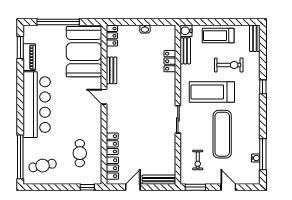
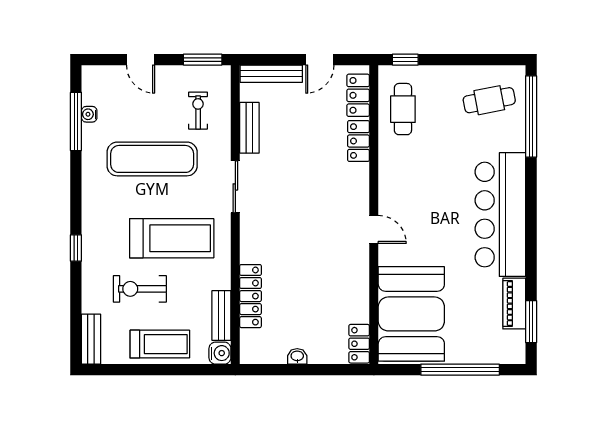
locker: (170, 61) -> (250, 296), width x1.53
bench: (112, 70) -> (249, 128), moved
exercise mat: (222, 134) -> (152, 159), turned 90
cafe table: (80, 153) -> (403, 109), moved

